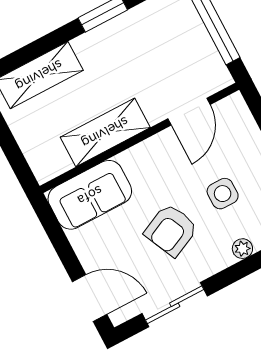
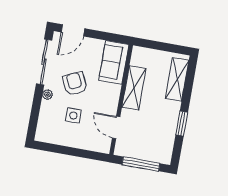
plant: (242, 249) -> (47, 95), moved
sliding door: (175, 305) -> (44, 62), width x1.37

